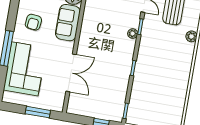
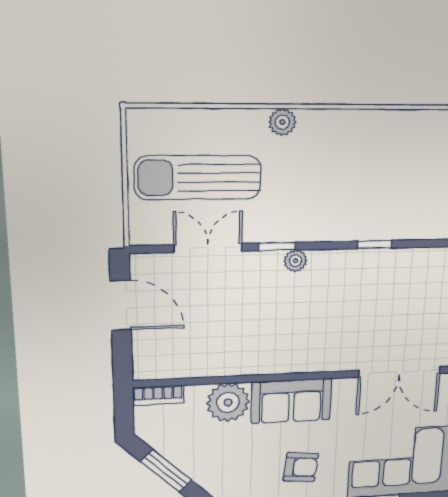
double door: (71, 73) -> (400, 372), swing flipped

